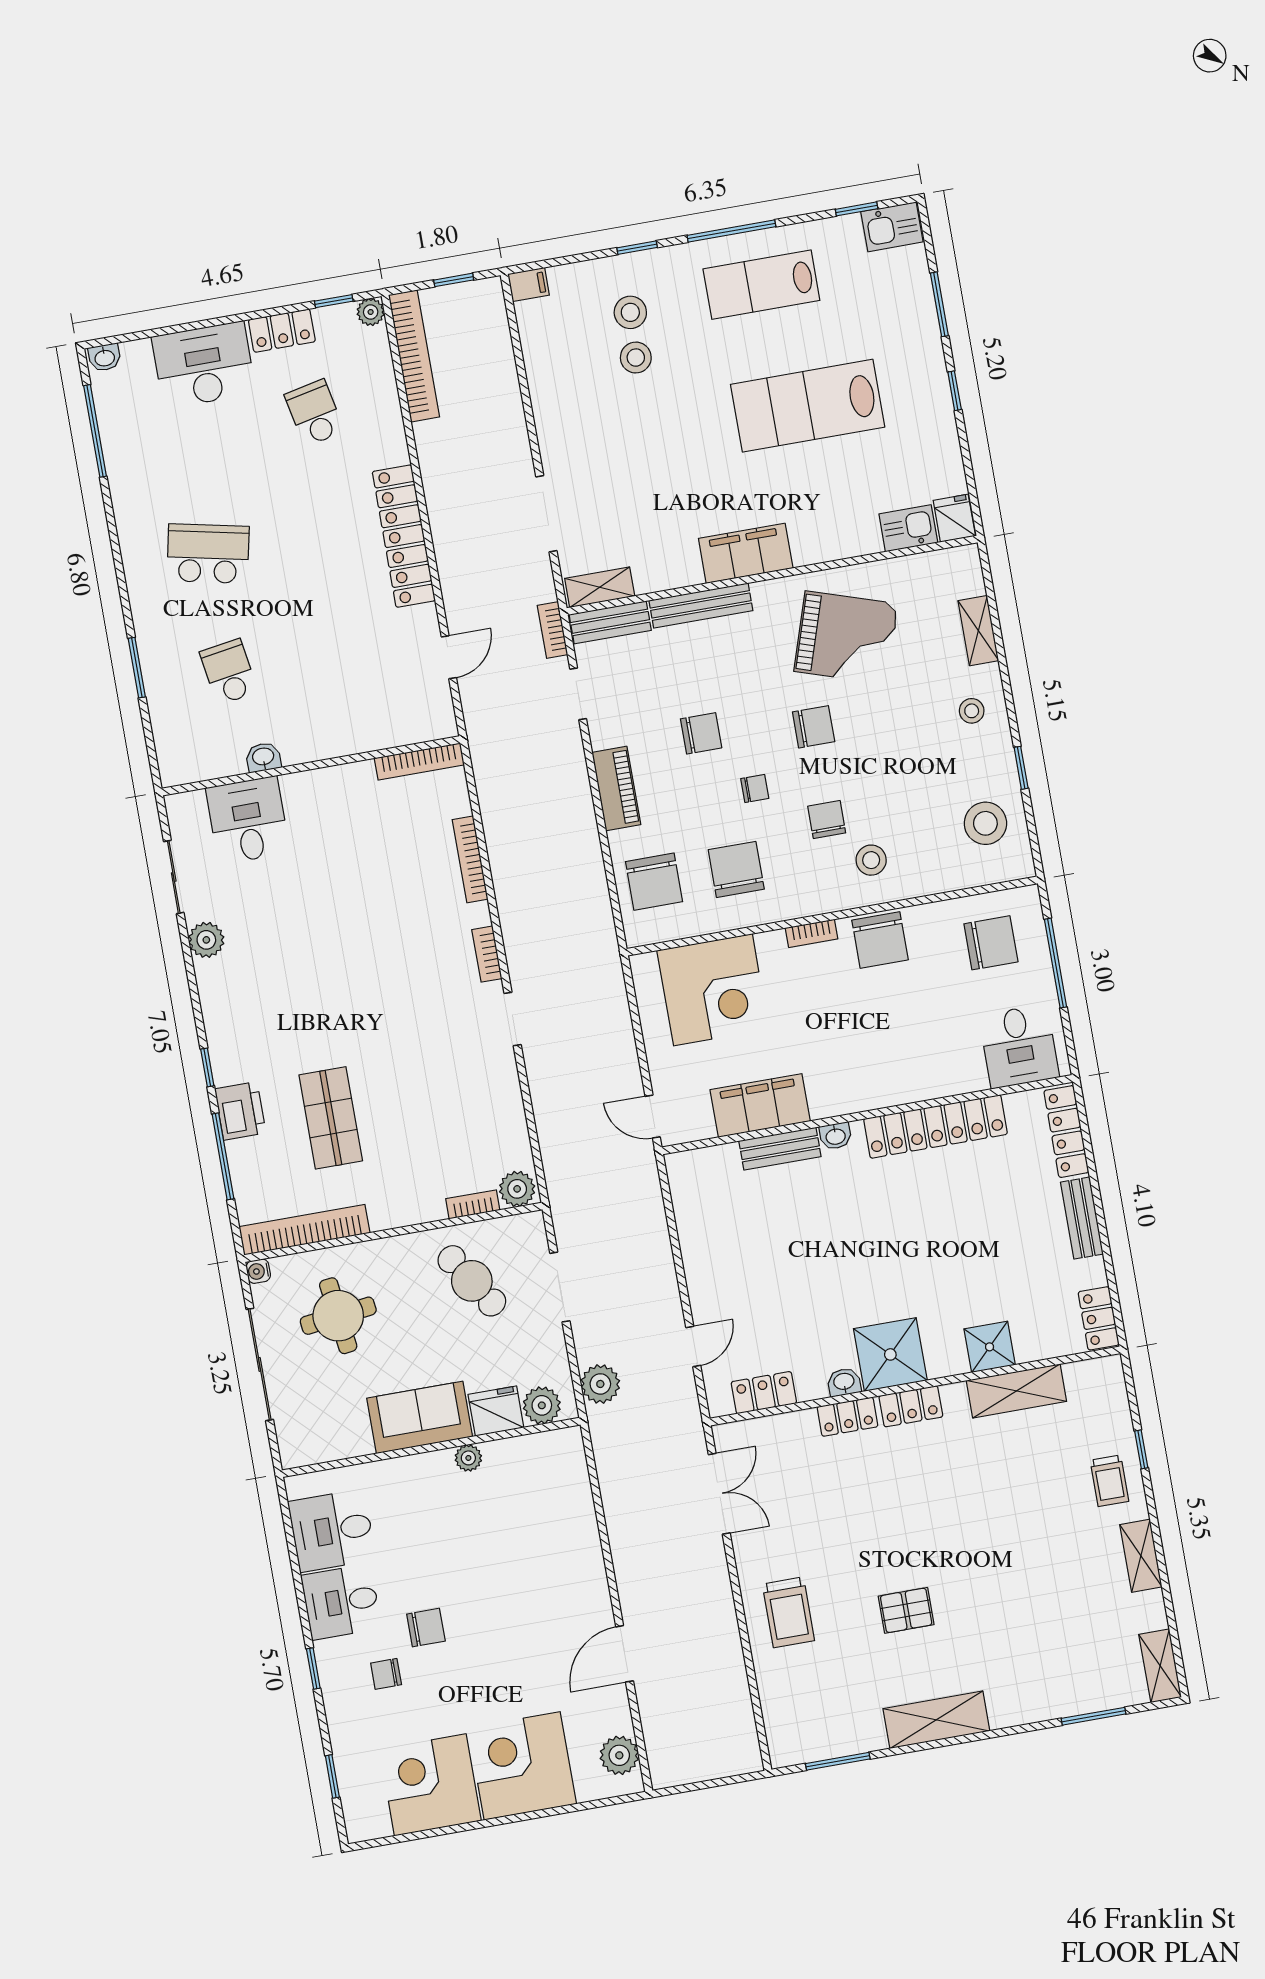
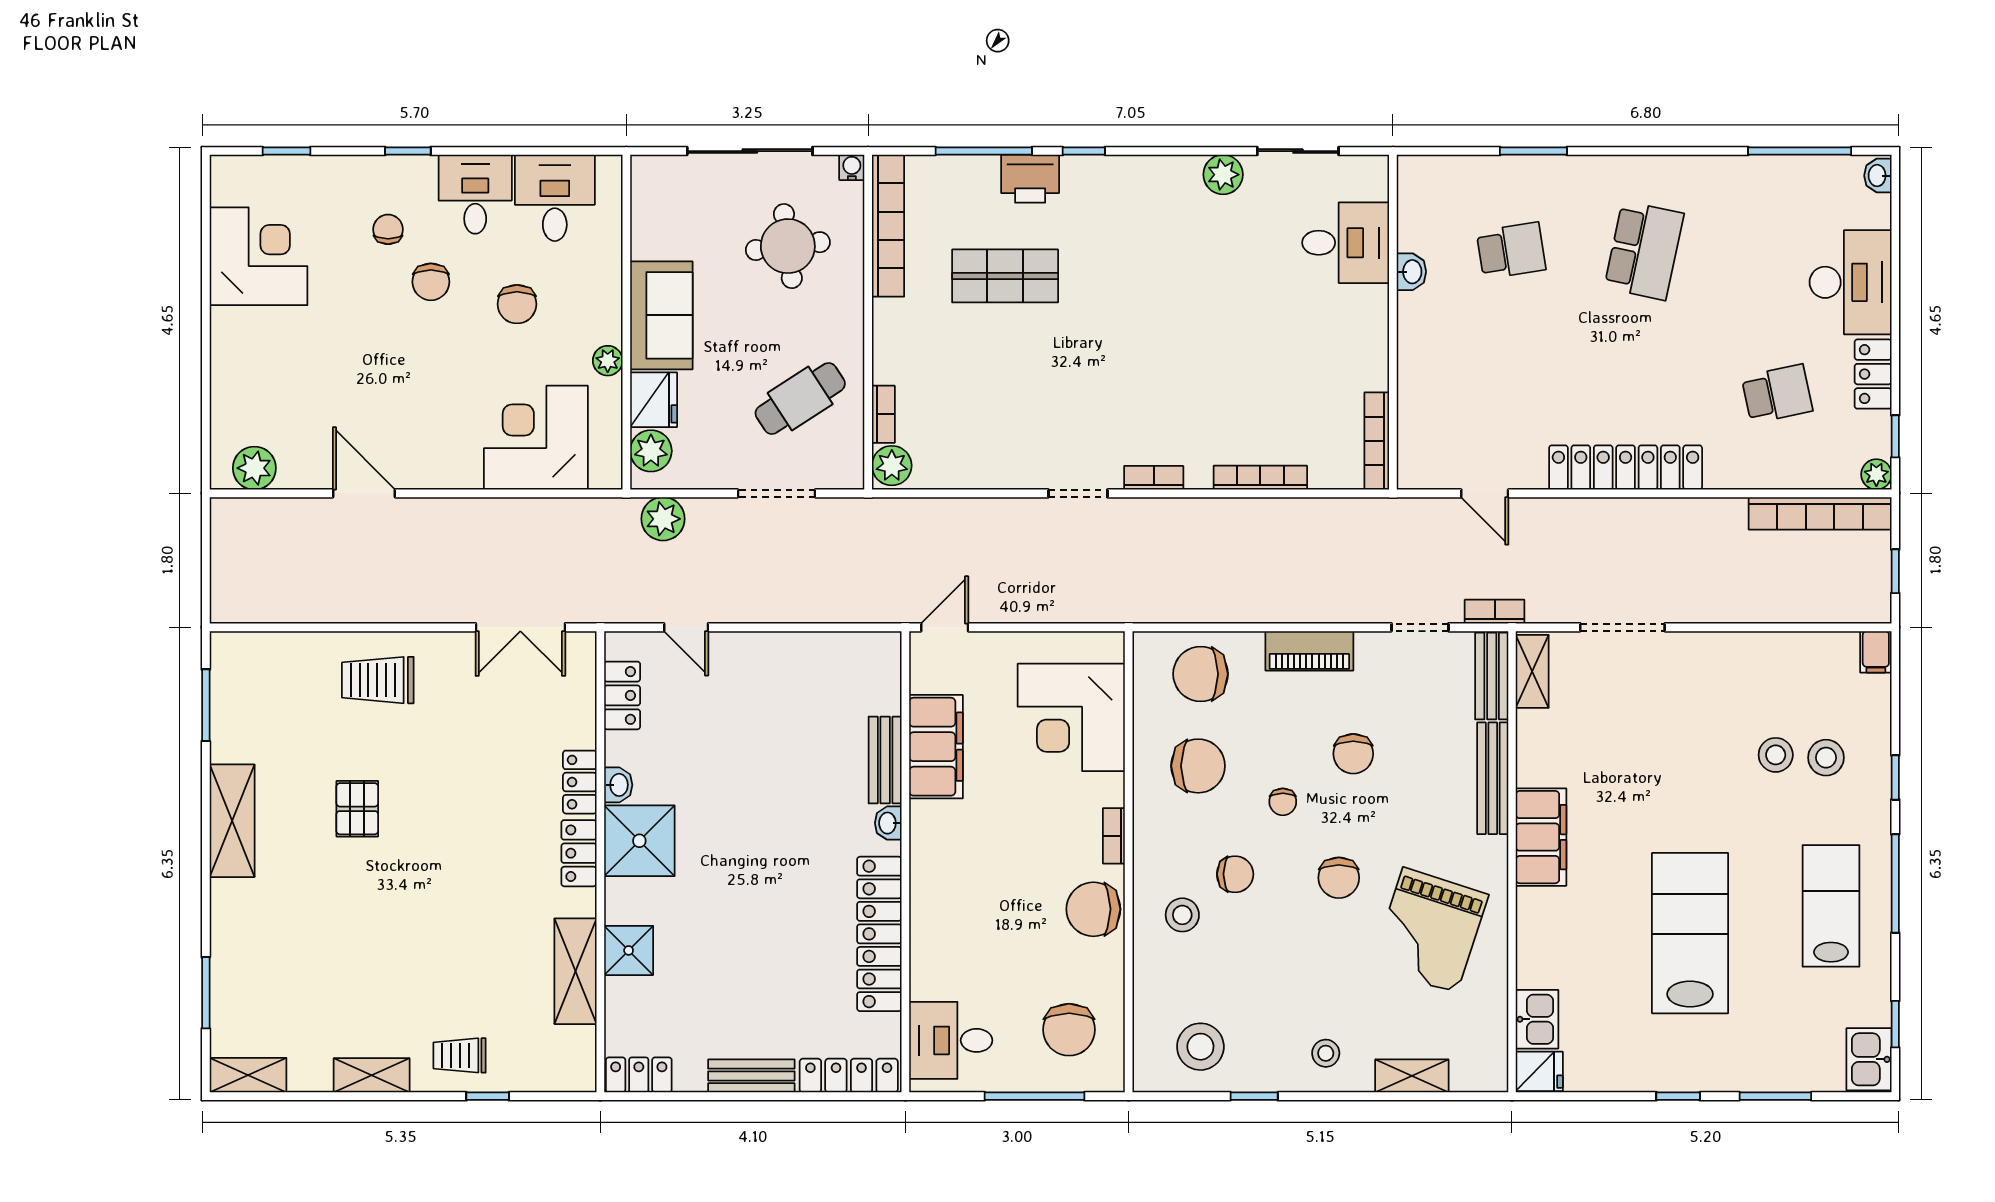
chair: (432, 1547) -> (517, 304), added
corner desk: (522, 1766) -> (536, 438), moved, turned -90

